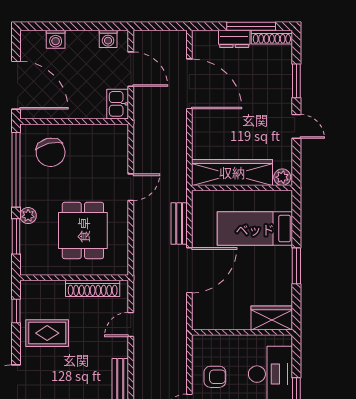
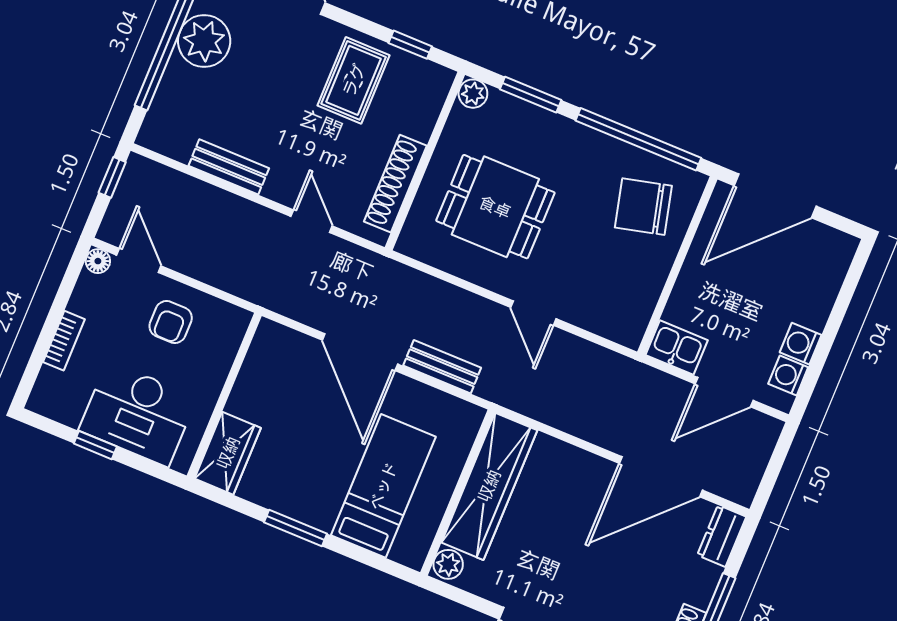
washing machine: (56, 39) -> (801, 344), moved
dresser: (234, 39) -> (722, 536), moved
plant: (28, 216) -> (473, 94), moved

